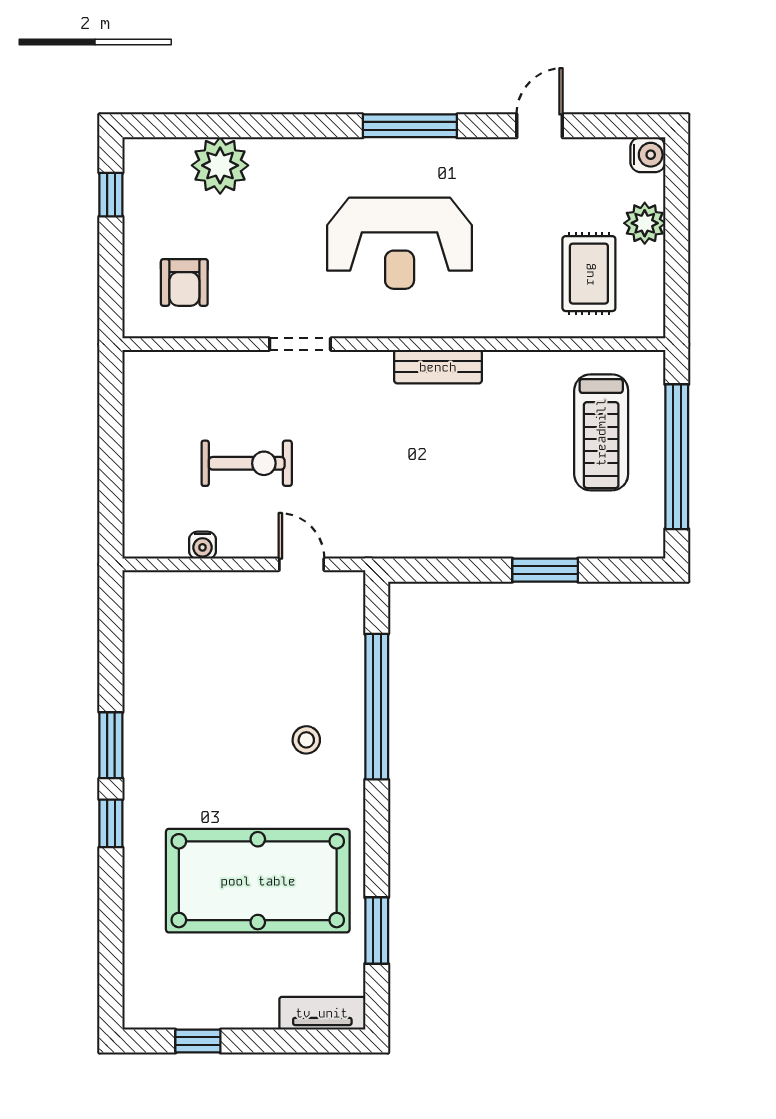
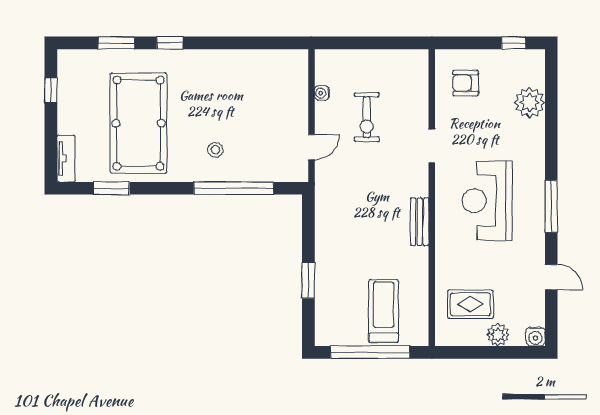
treadmill: (601, 432) -> (384, 311), turned 90
window: (111, 745) -> (116, 43), moved

